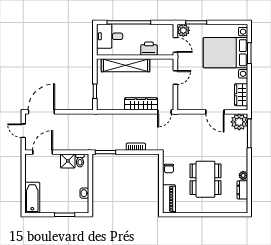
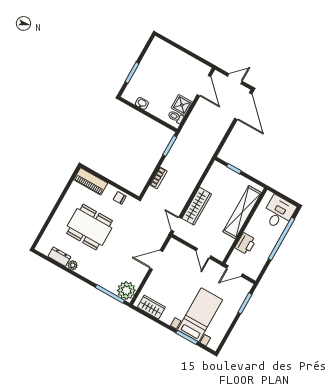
plant: (183, 30) -> (244, 287), removed
bed with nightstands: (225, 53) -> (200, 315), width x0.73
door: (215, 112) -> (156, 260), moved
bathtub: (32, 198) -> (166, 51), removed

